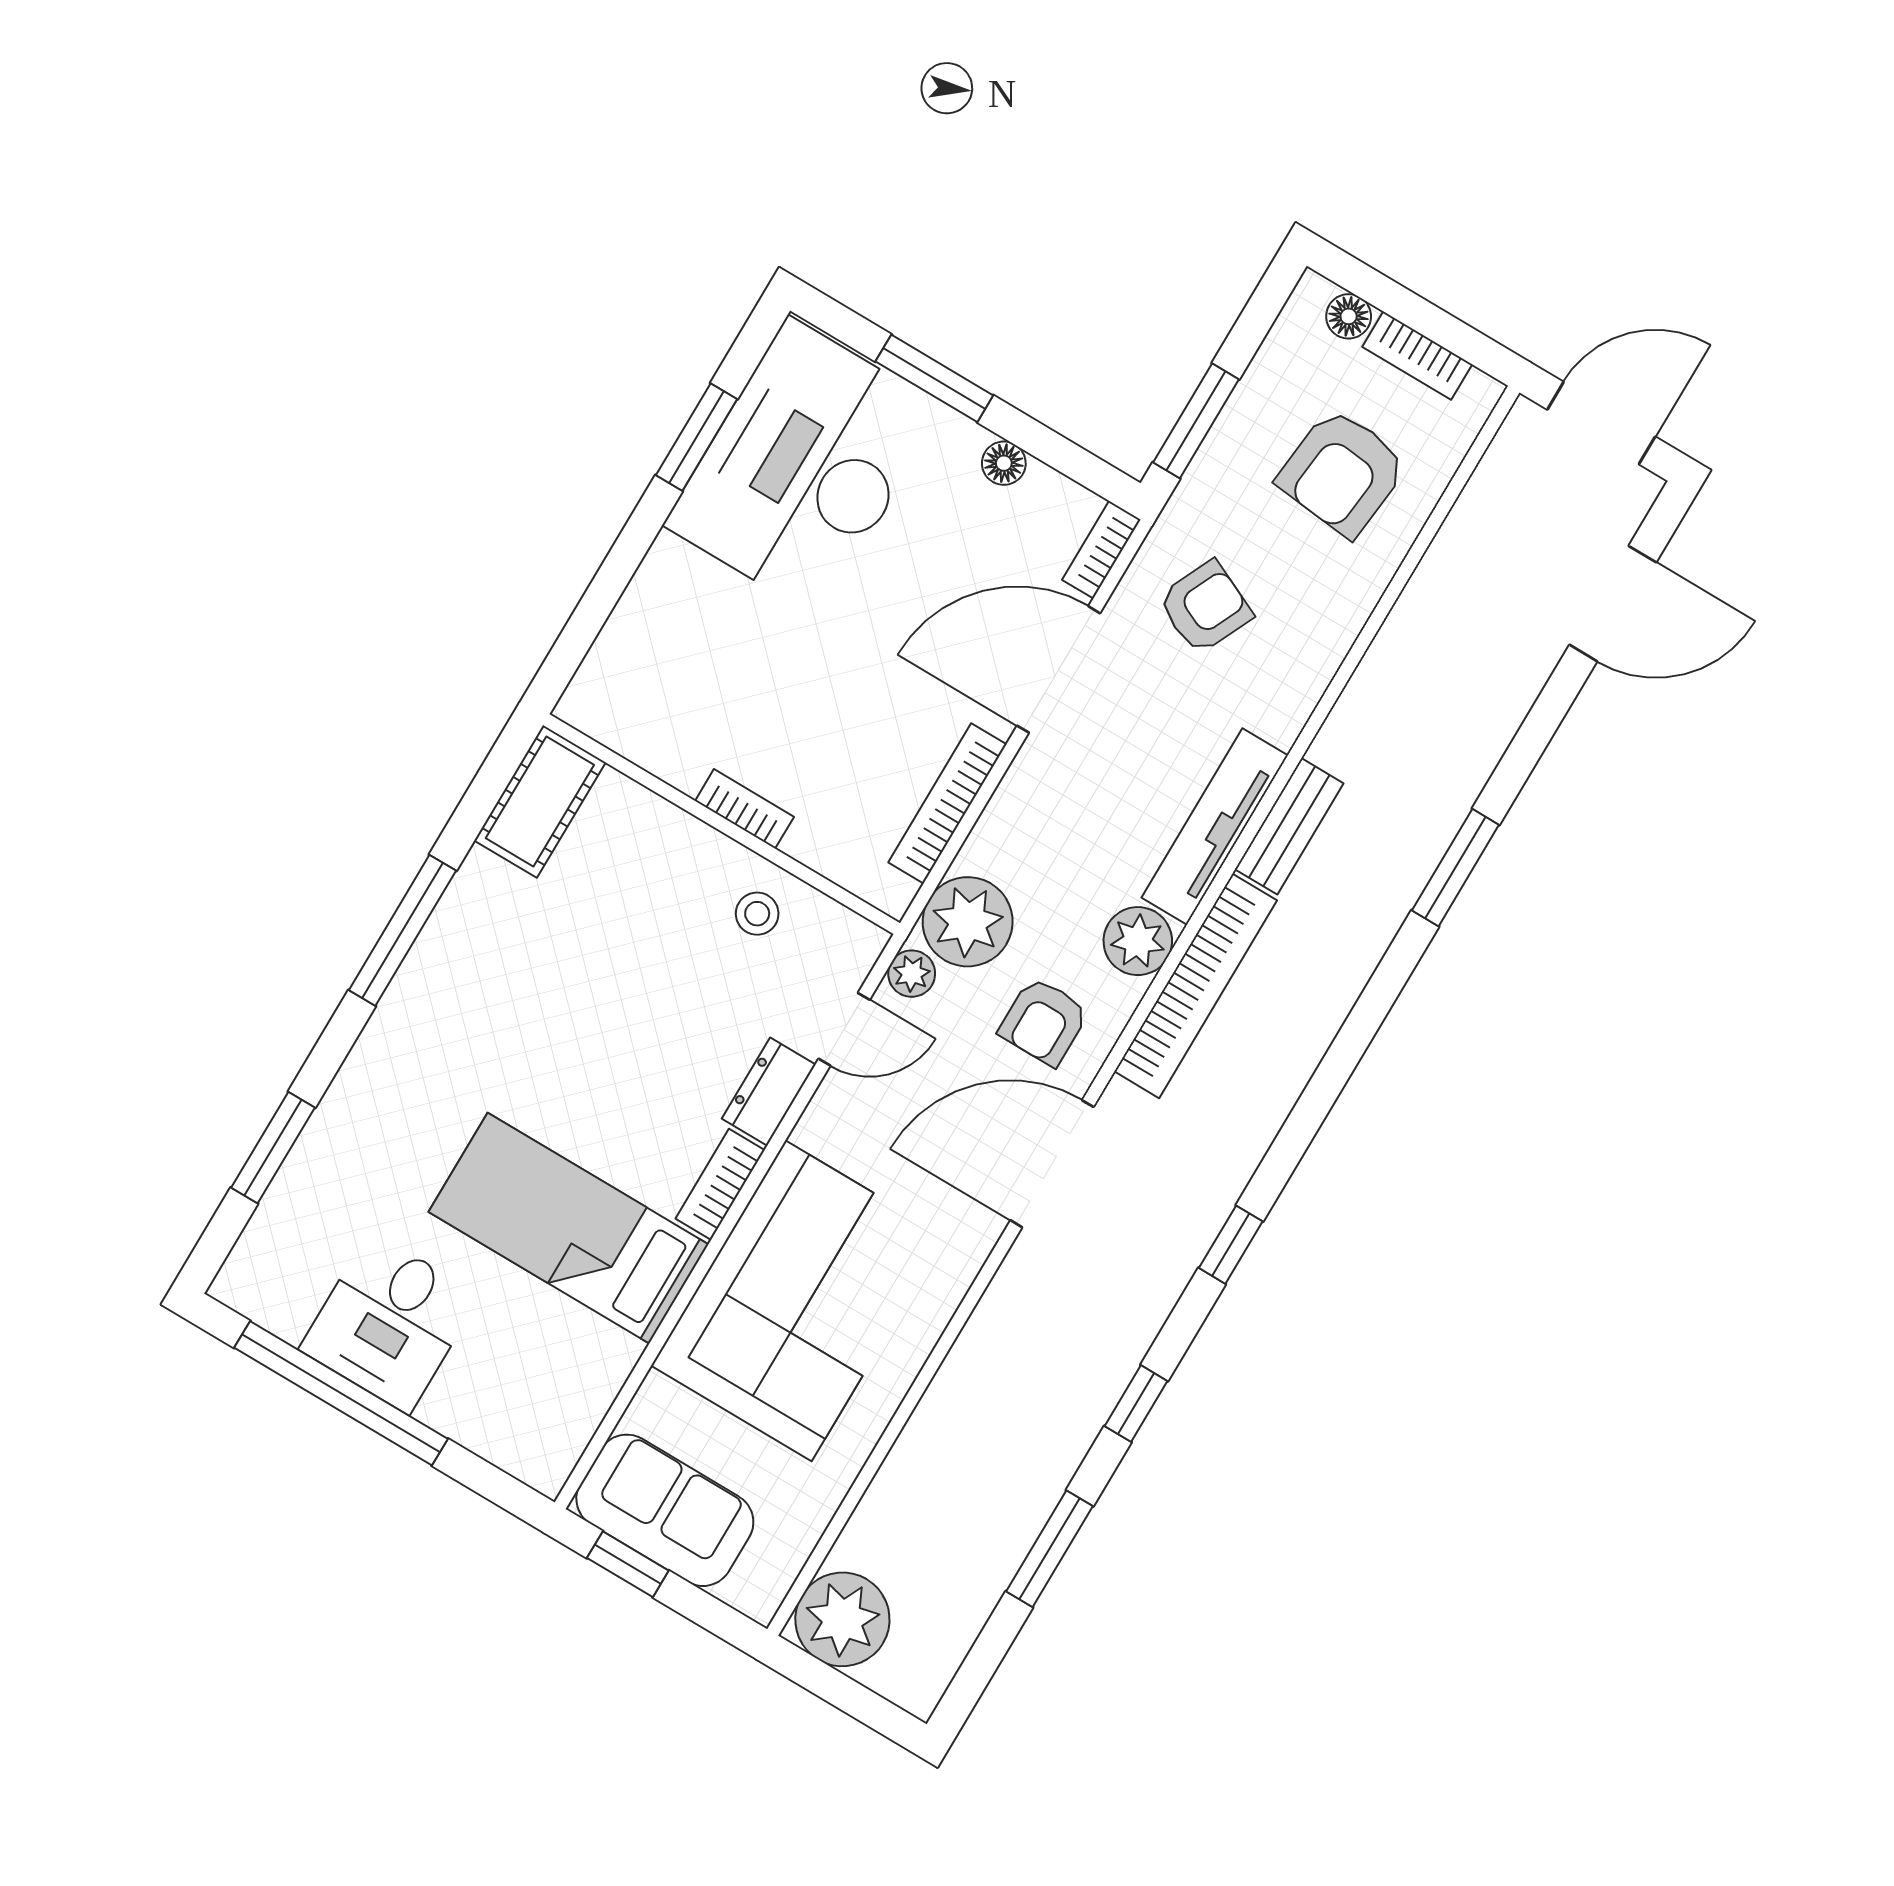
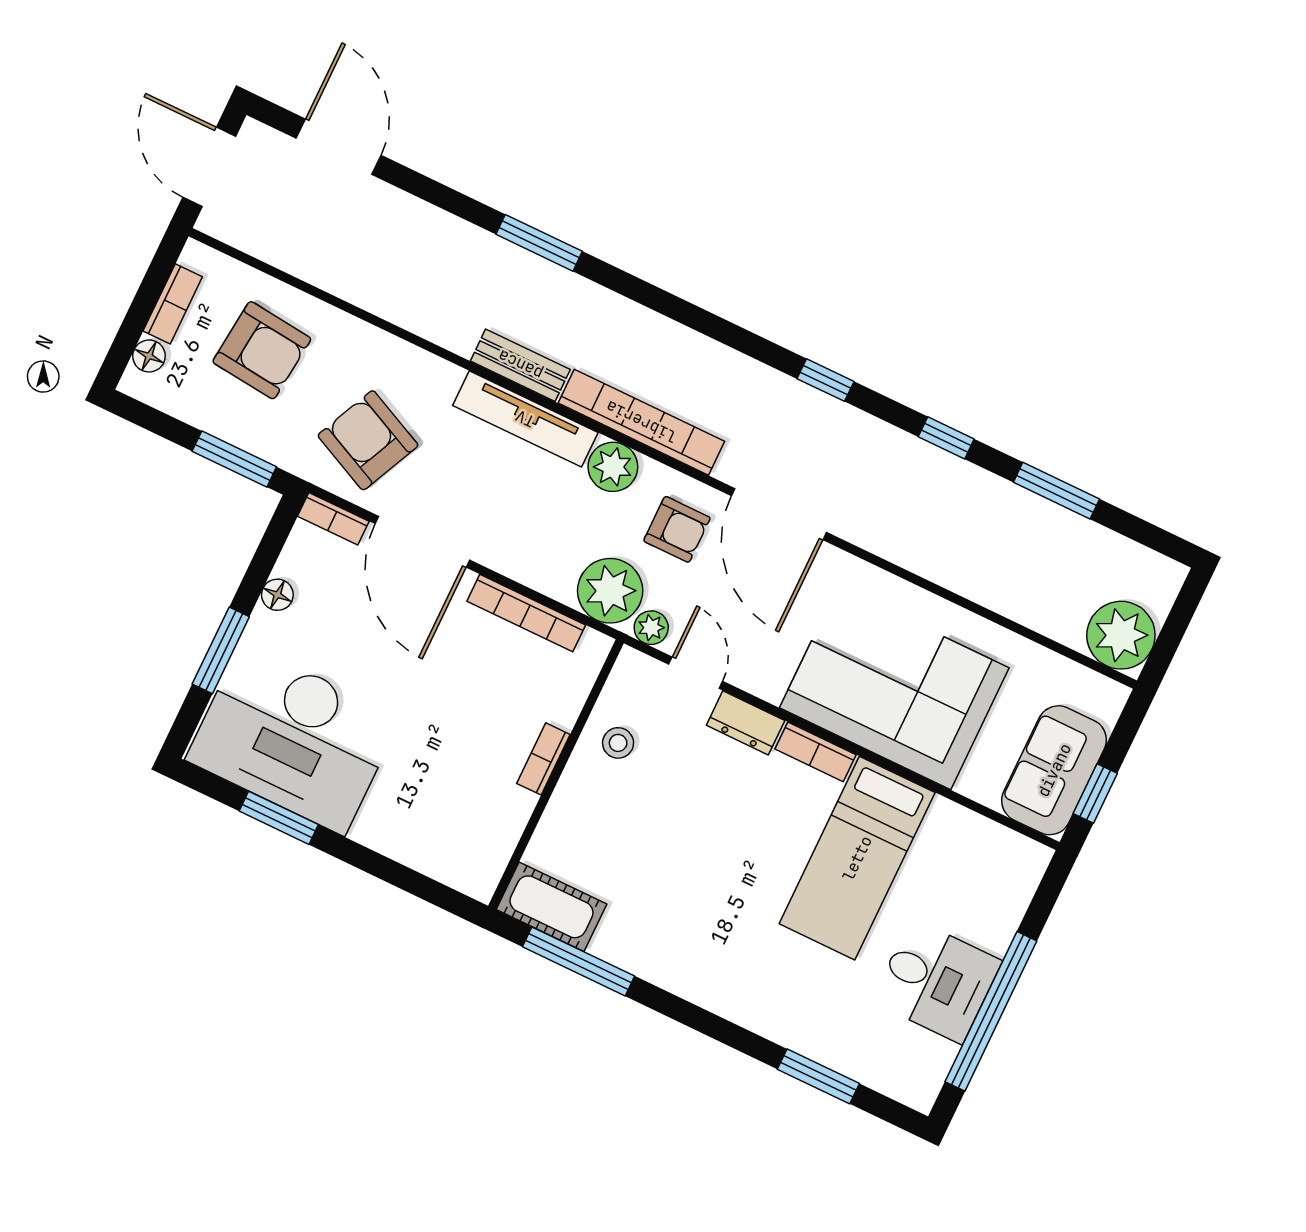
armchair: (1205, 607) -> (368, 440), width x1.38, depth x1.38
window: (402, 930) -> (578, 961), moved

